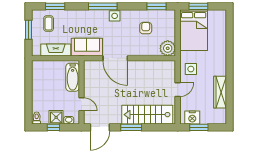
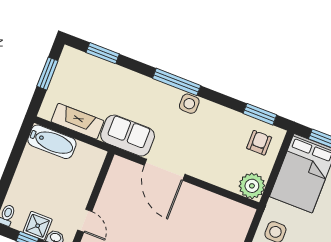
coffee table: (49, 24) -> (82, 76), removed
armchair: (146, 28) -> (259, 143), moved
bathtub: (73, 77) -> (52, 142), moved, turned -90

